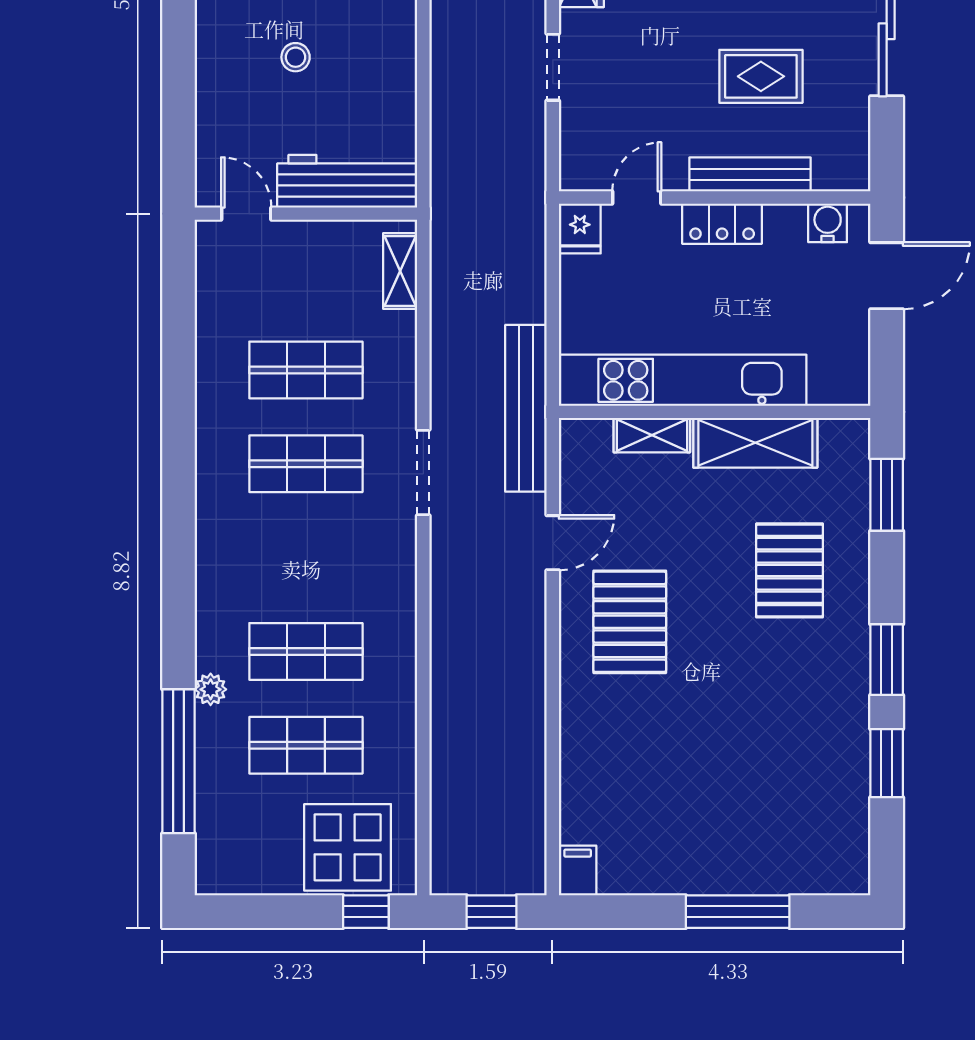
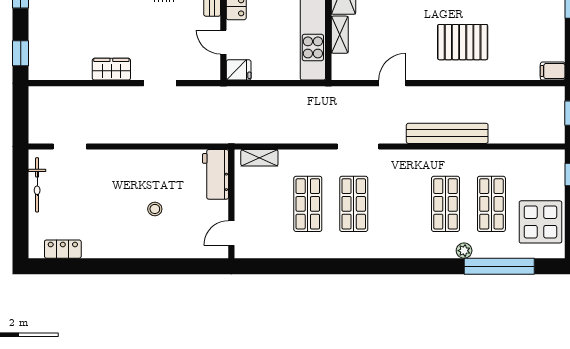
workbench: (347, 181) -> (216, 174), width x0.73
bench: (526, 408) -> (447, 133), moved
door: (553, 543) -> (392, 83), hinge flipped
pallet: (630, 622) -> (463, 42), moved
display table: (348, 847) -> (540, 222), moved

